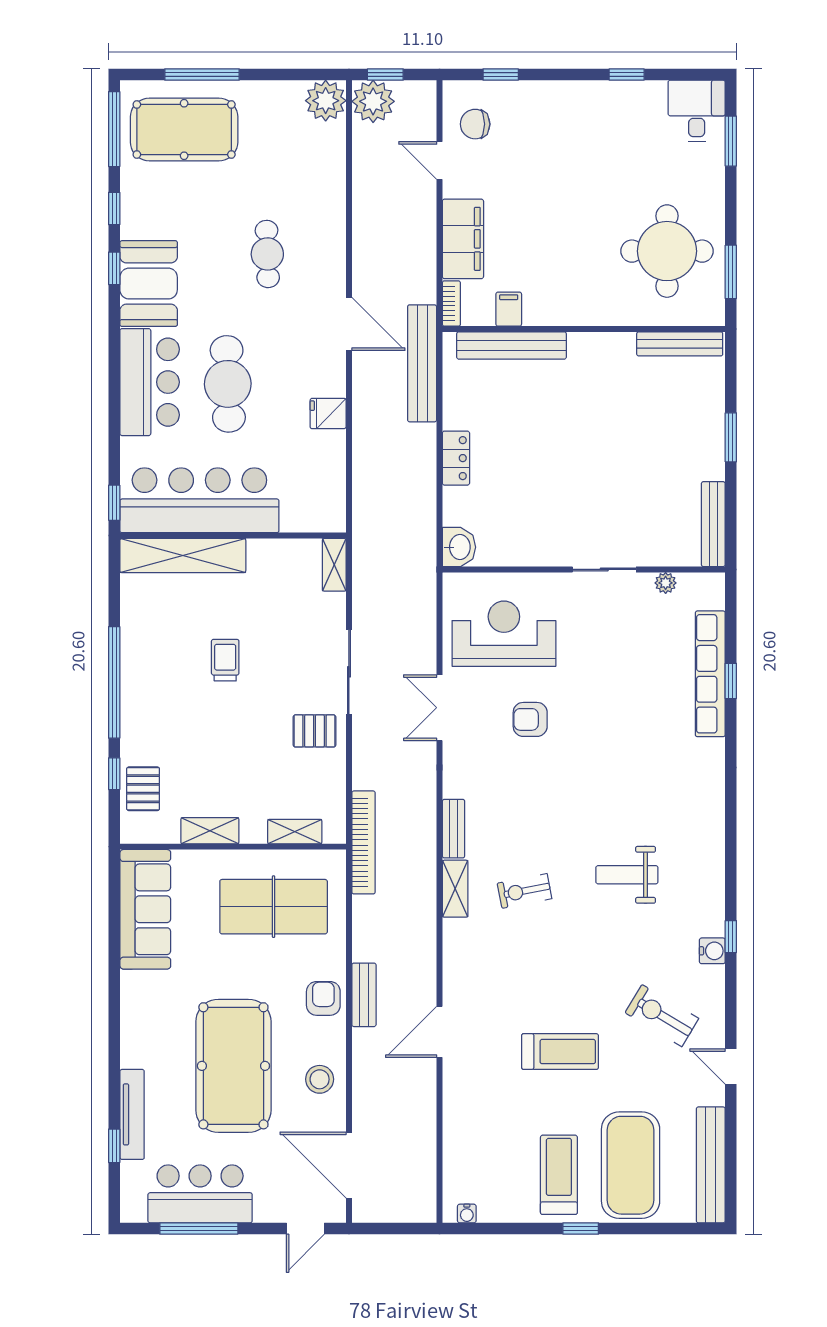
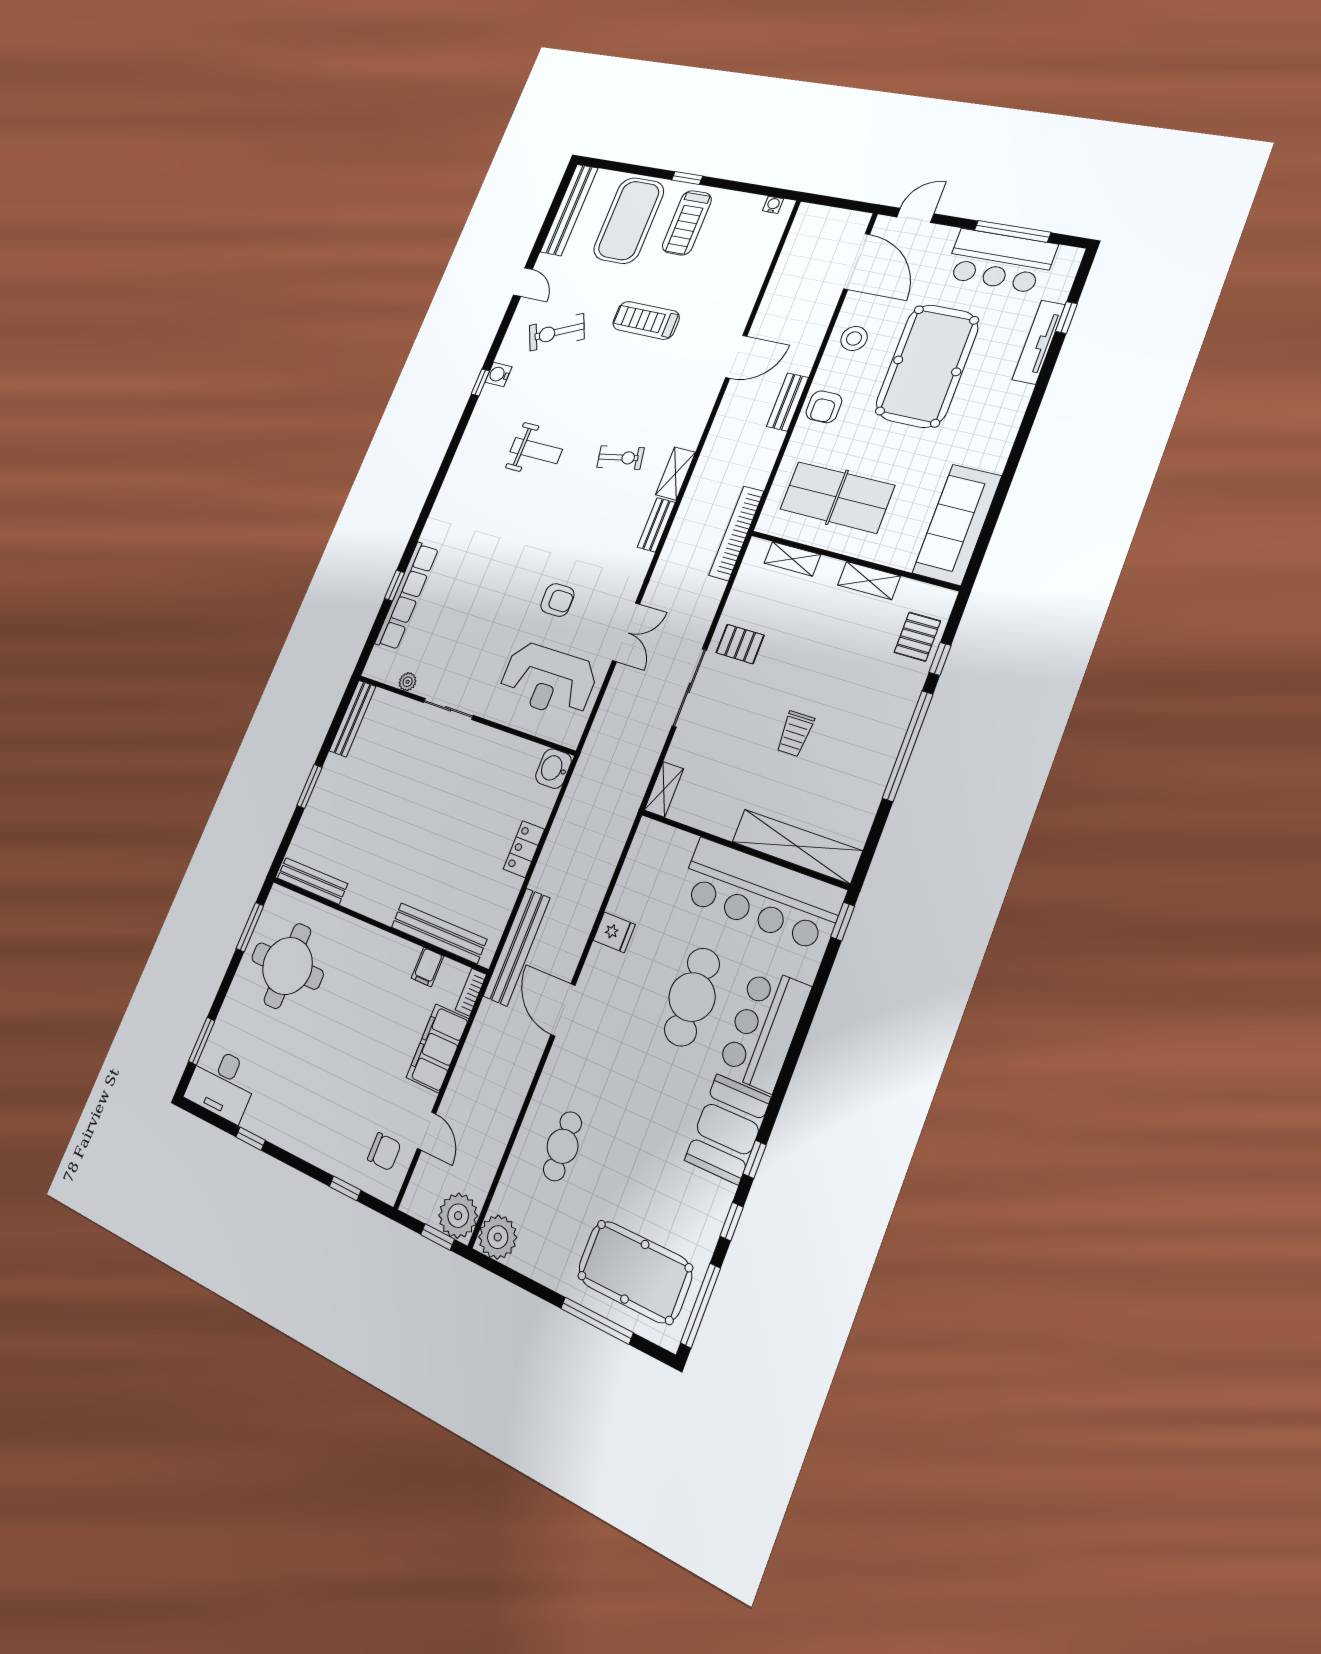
desk: (697, 111) -> (222, 1084), width x1.37
cafe table: (267, 254) -> (562, 1146), moved
exercise bike: (662, 1016) -> (557, 332), turned 124

